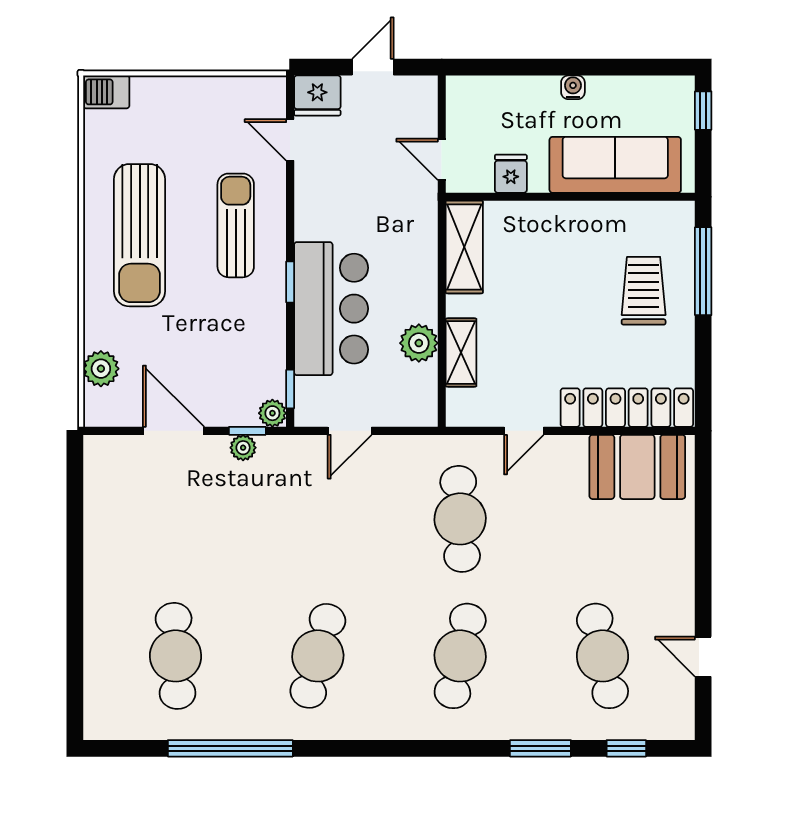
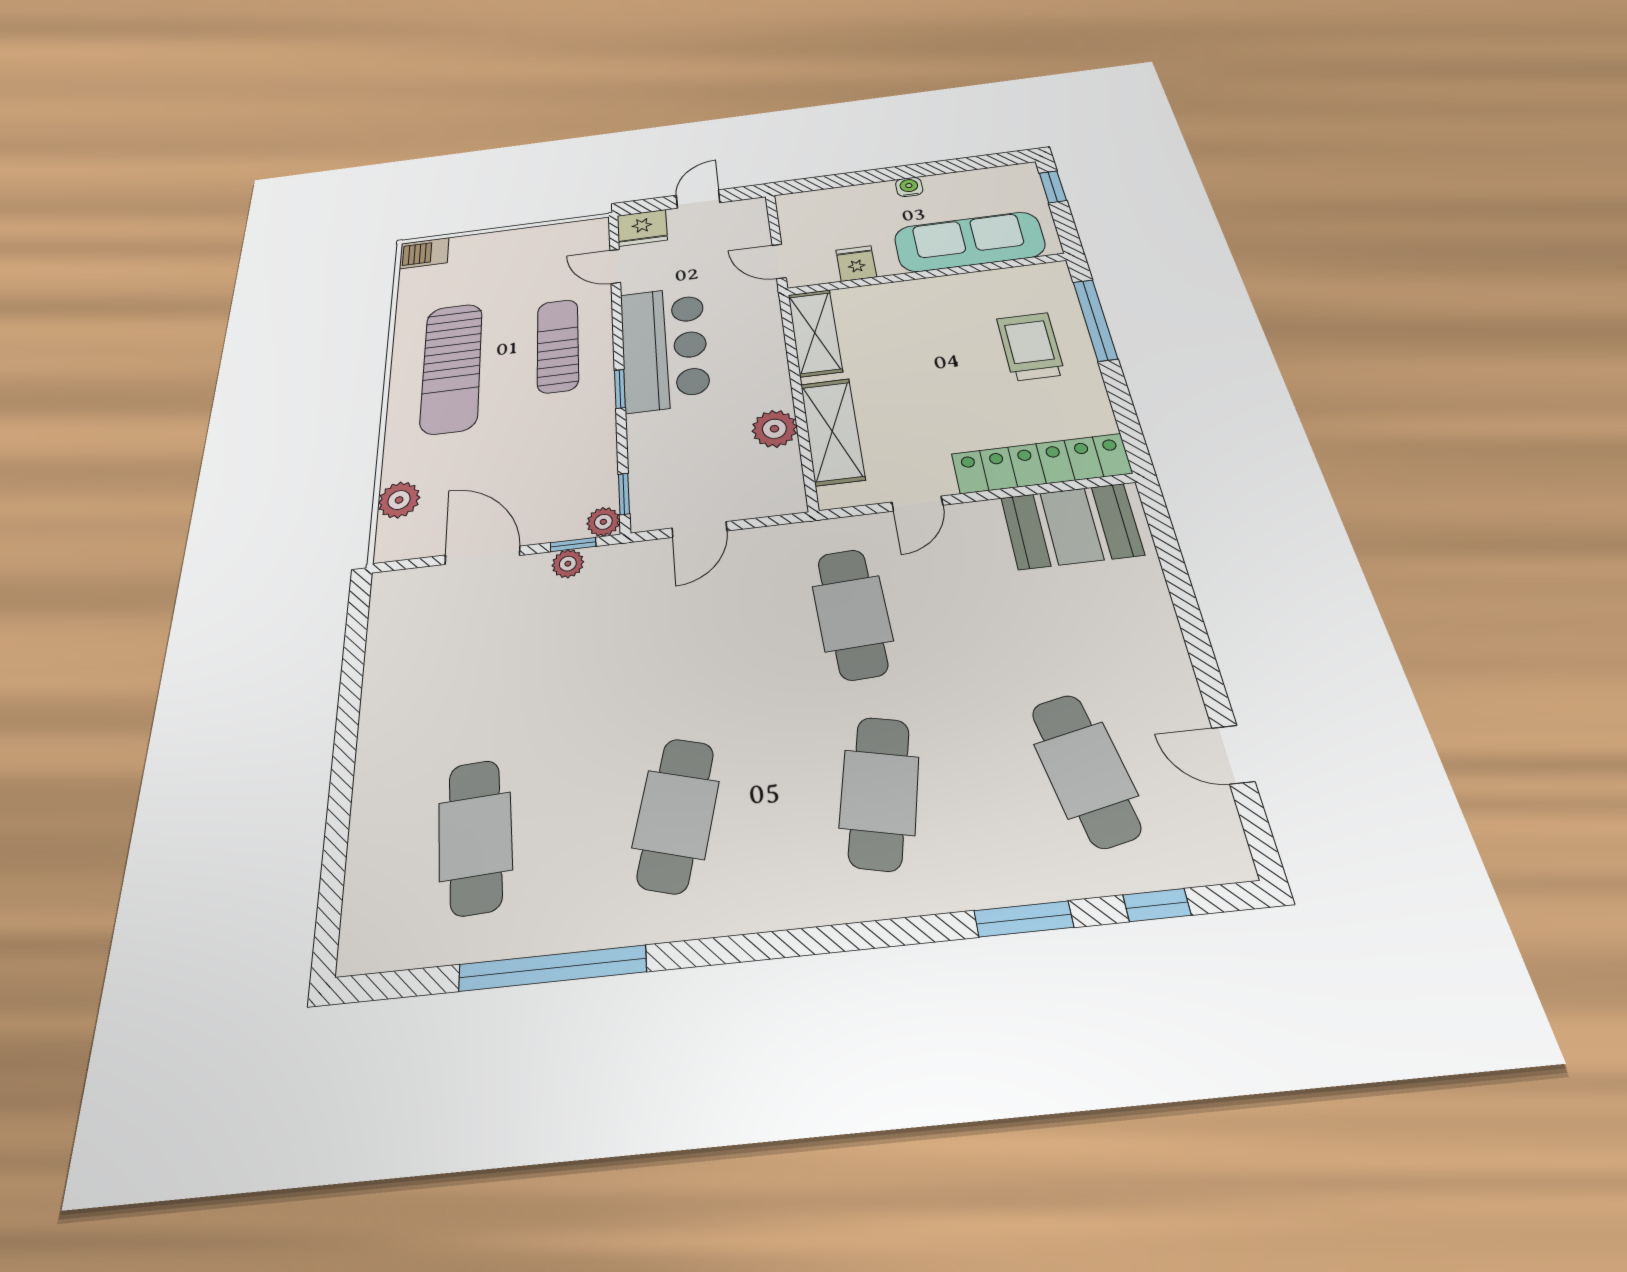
bar counter: (331, 309) -> (664, 348), moved
shelving: (461, 352) -> (832, 431), width x1.50, depth x1.33

